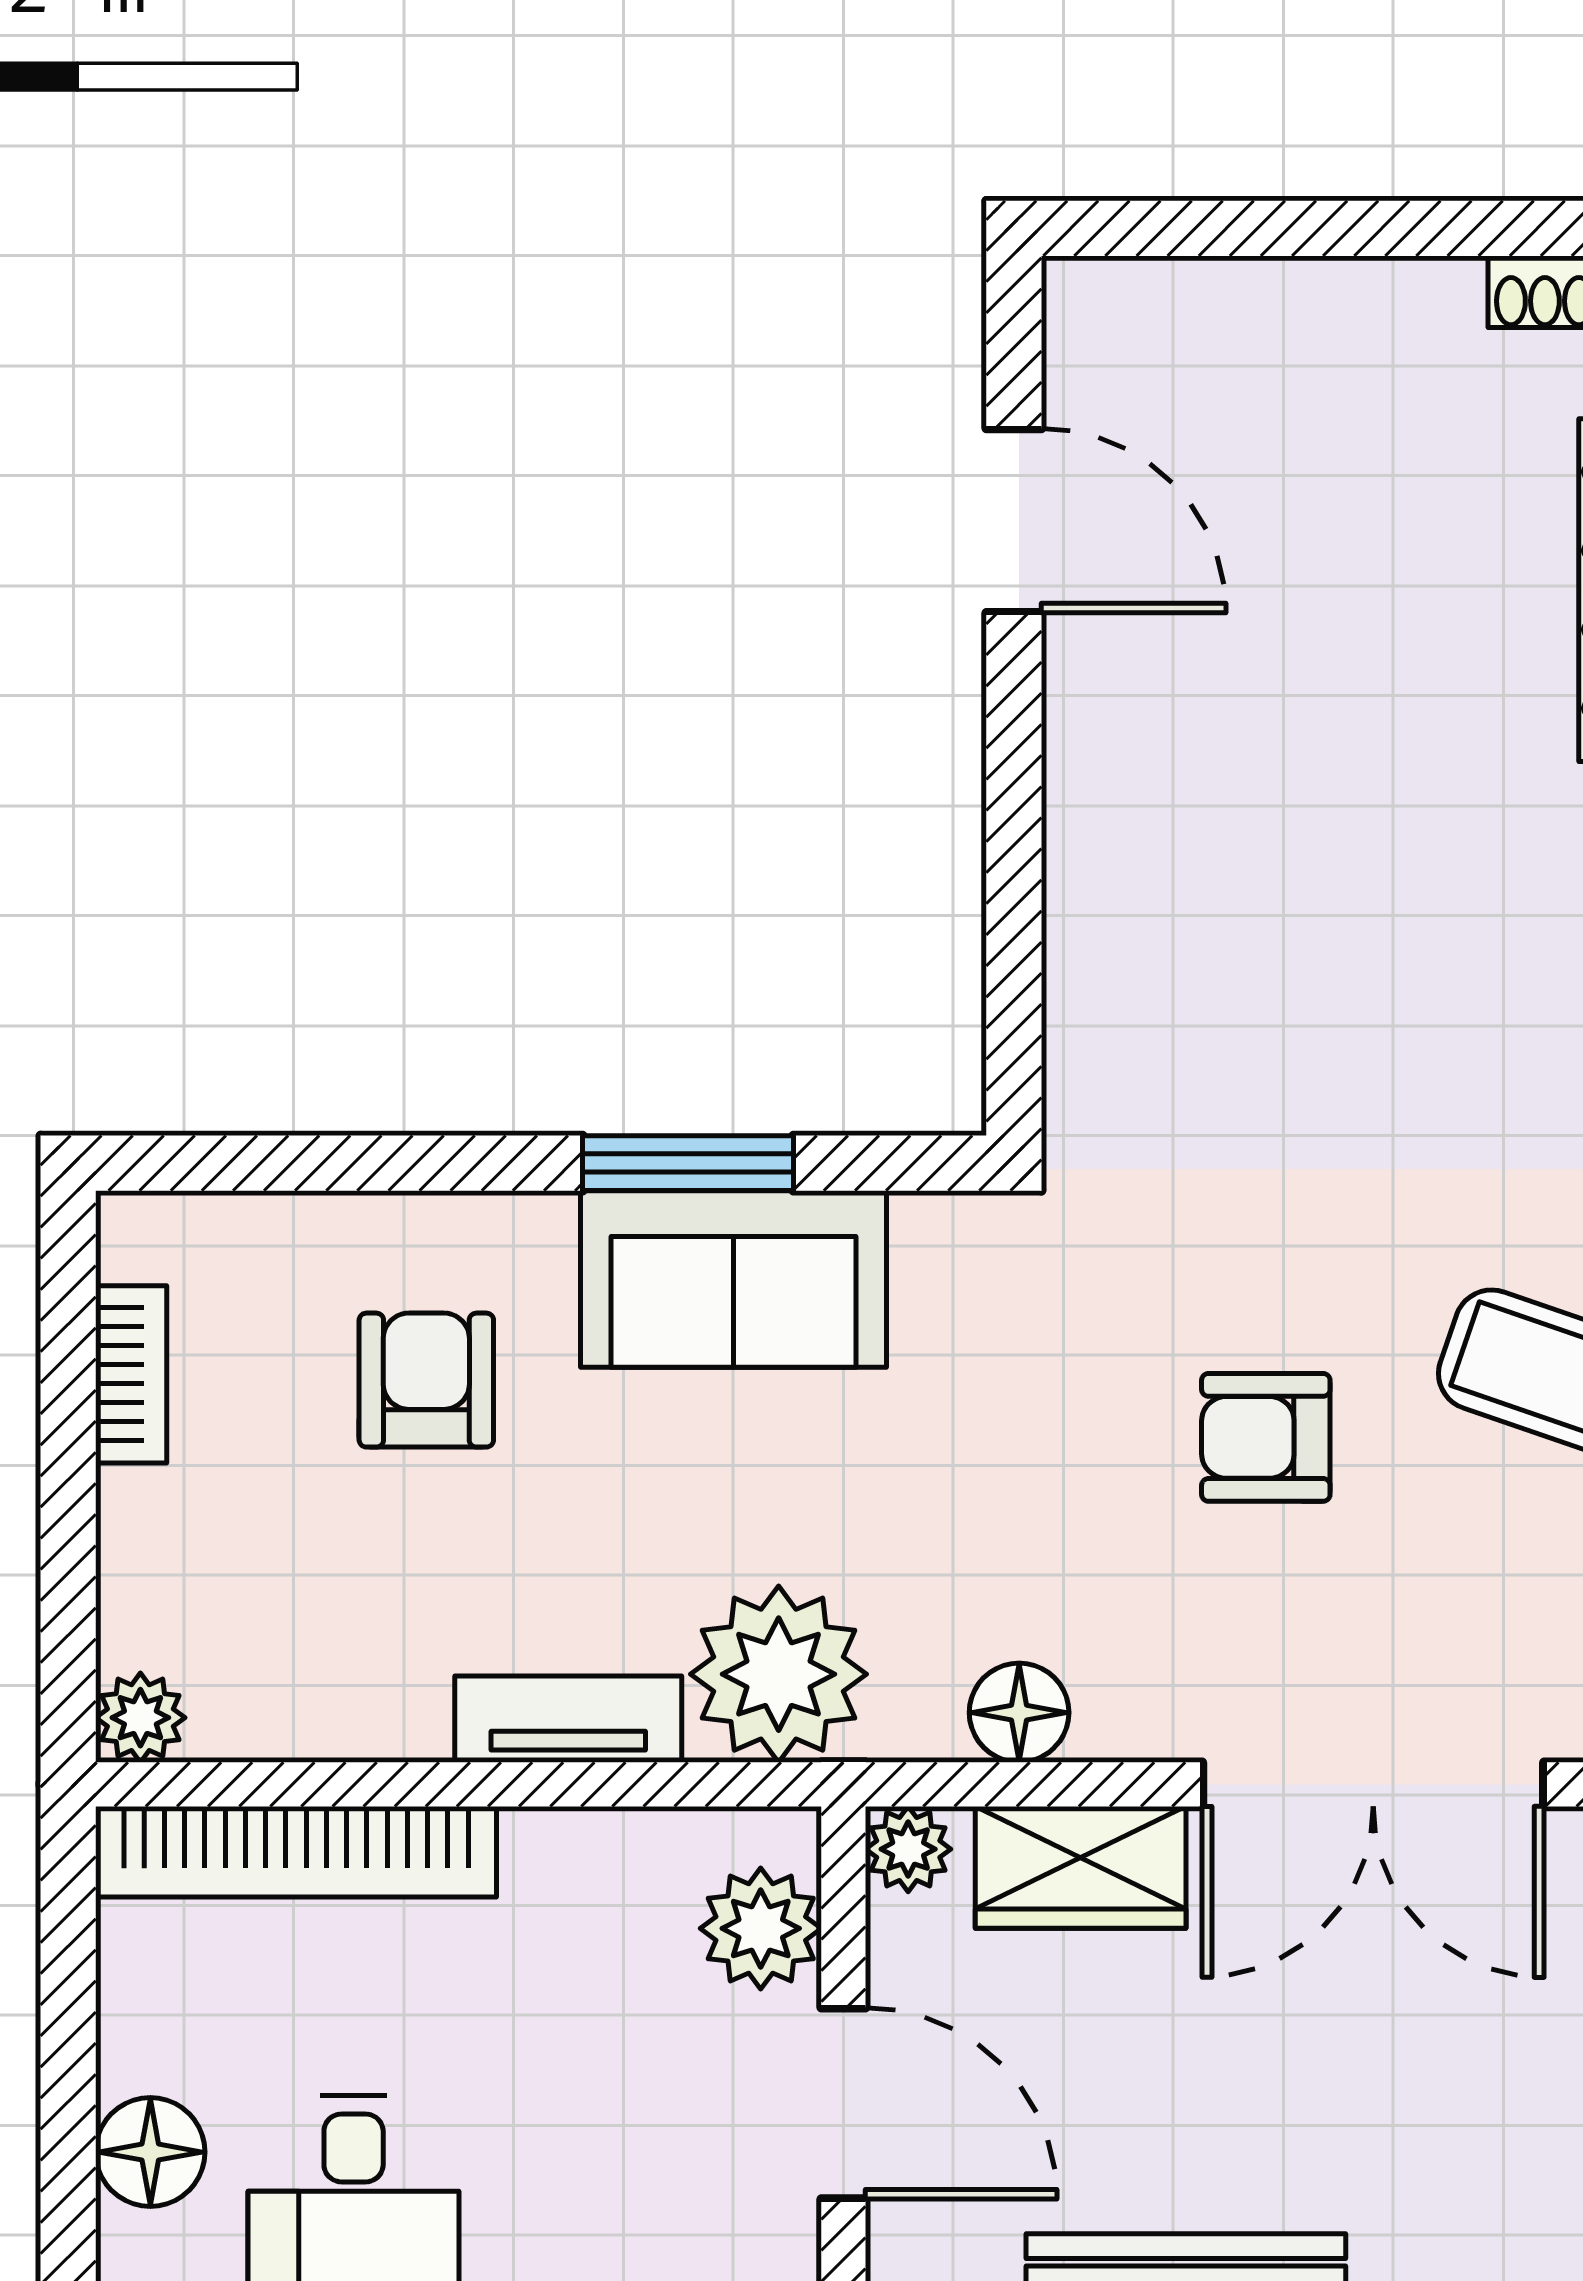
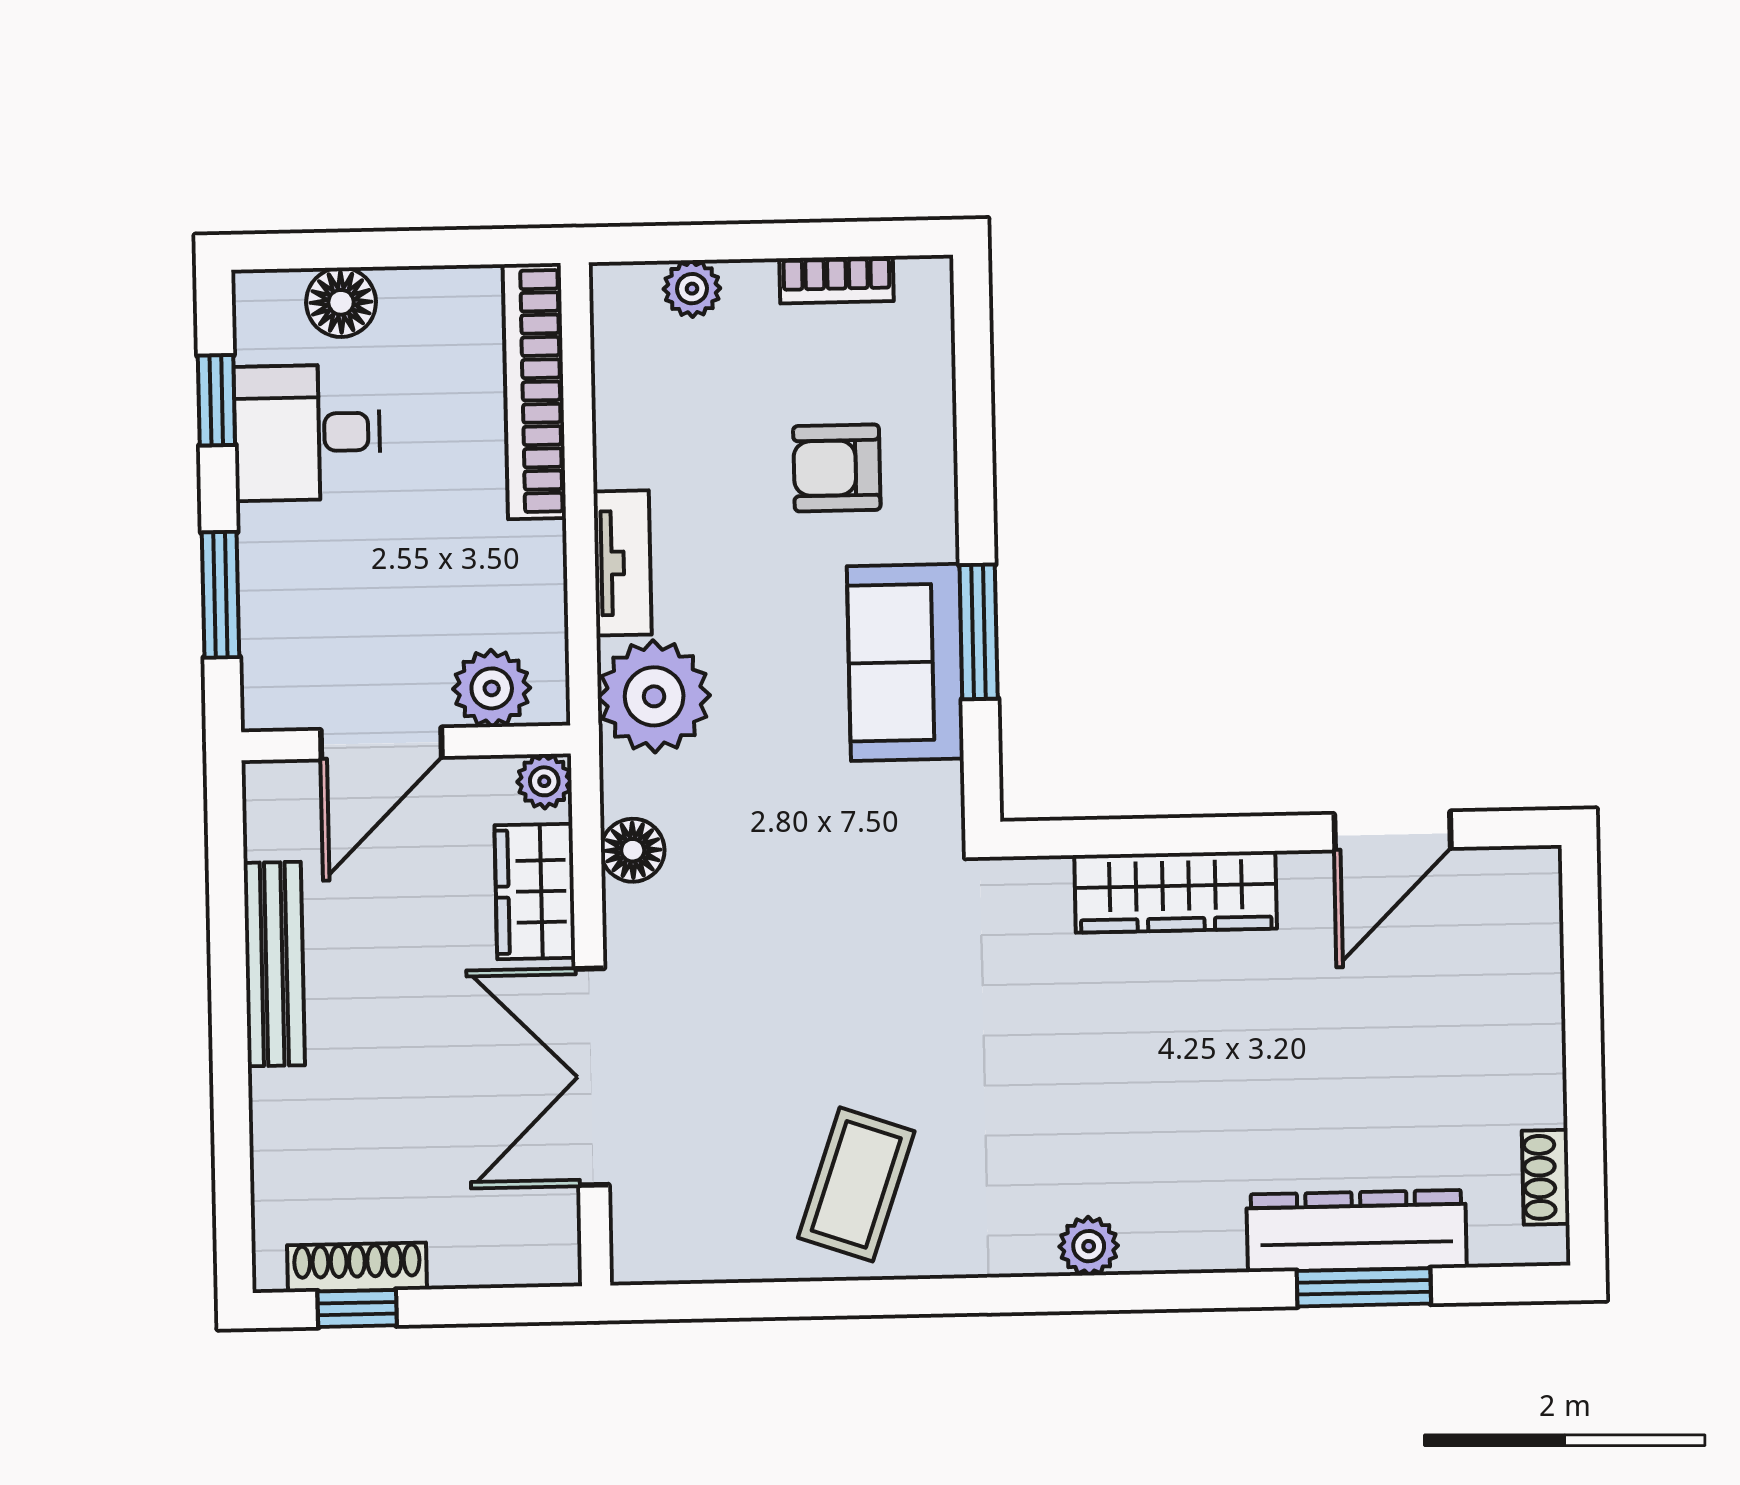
wardrobe: (1102, 863) -> (1176, 892), added
armchair: (426, 1380) -> (837, 468), turned 180
armchair: (1266, 1437) -> (811, 1004), removed
plant: (140, 1718) -> (692, 289), moved

